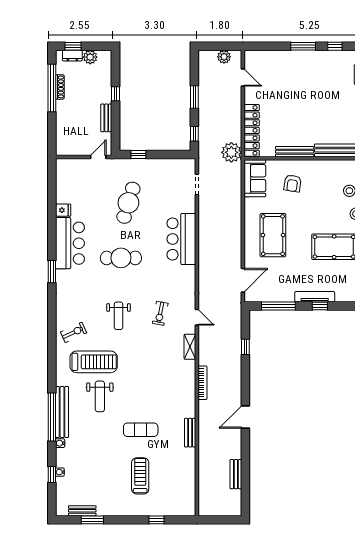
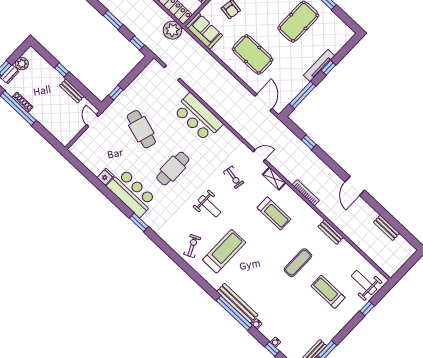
treadmill: (162, 373) -> (274, 213), added
weight bench: (100, 396) -> (364, 283), moved, turned 180

